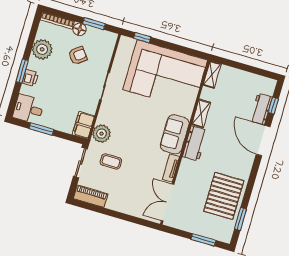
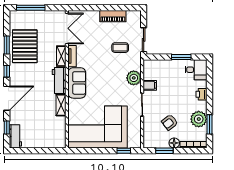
window: (22, 71) -> (209, 124), moved
shelving: (212, 75) -> (61, 56), moved
workbench: (261, 109) -> (15, 136), moved
filing cabinet: (83, 125) -> (150, 85), moved, width x0.50
plant: (101, 134) -> (134, 78), moved
door: (263, 140) -> (7, 98), hinge flipped
window: (254, 172) -> (7, 71), added
piano: (91, 196) -> (113, 16), moved
window: (240, 219) -> (7, 45), moved
window: (203, 240) -> (31, 8), width x1.44

